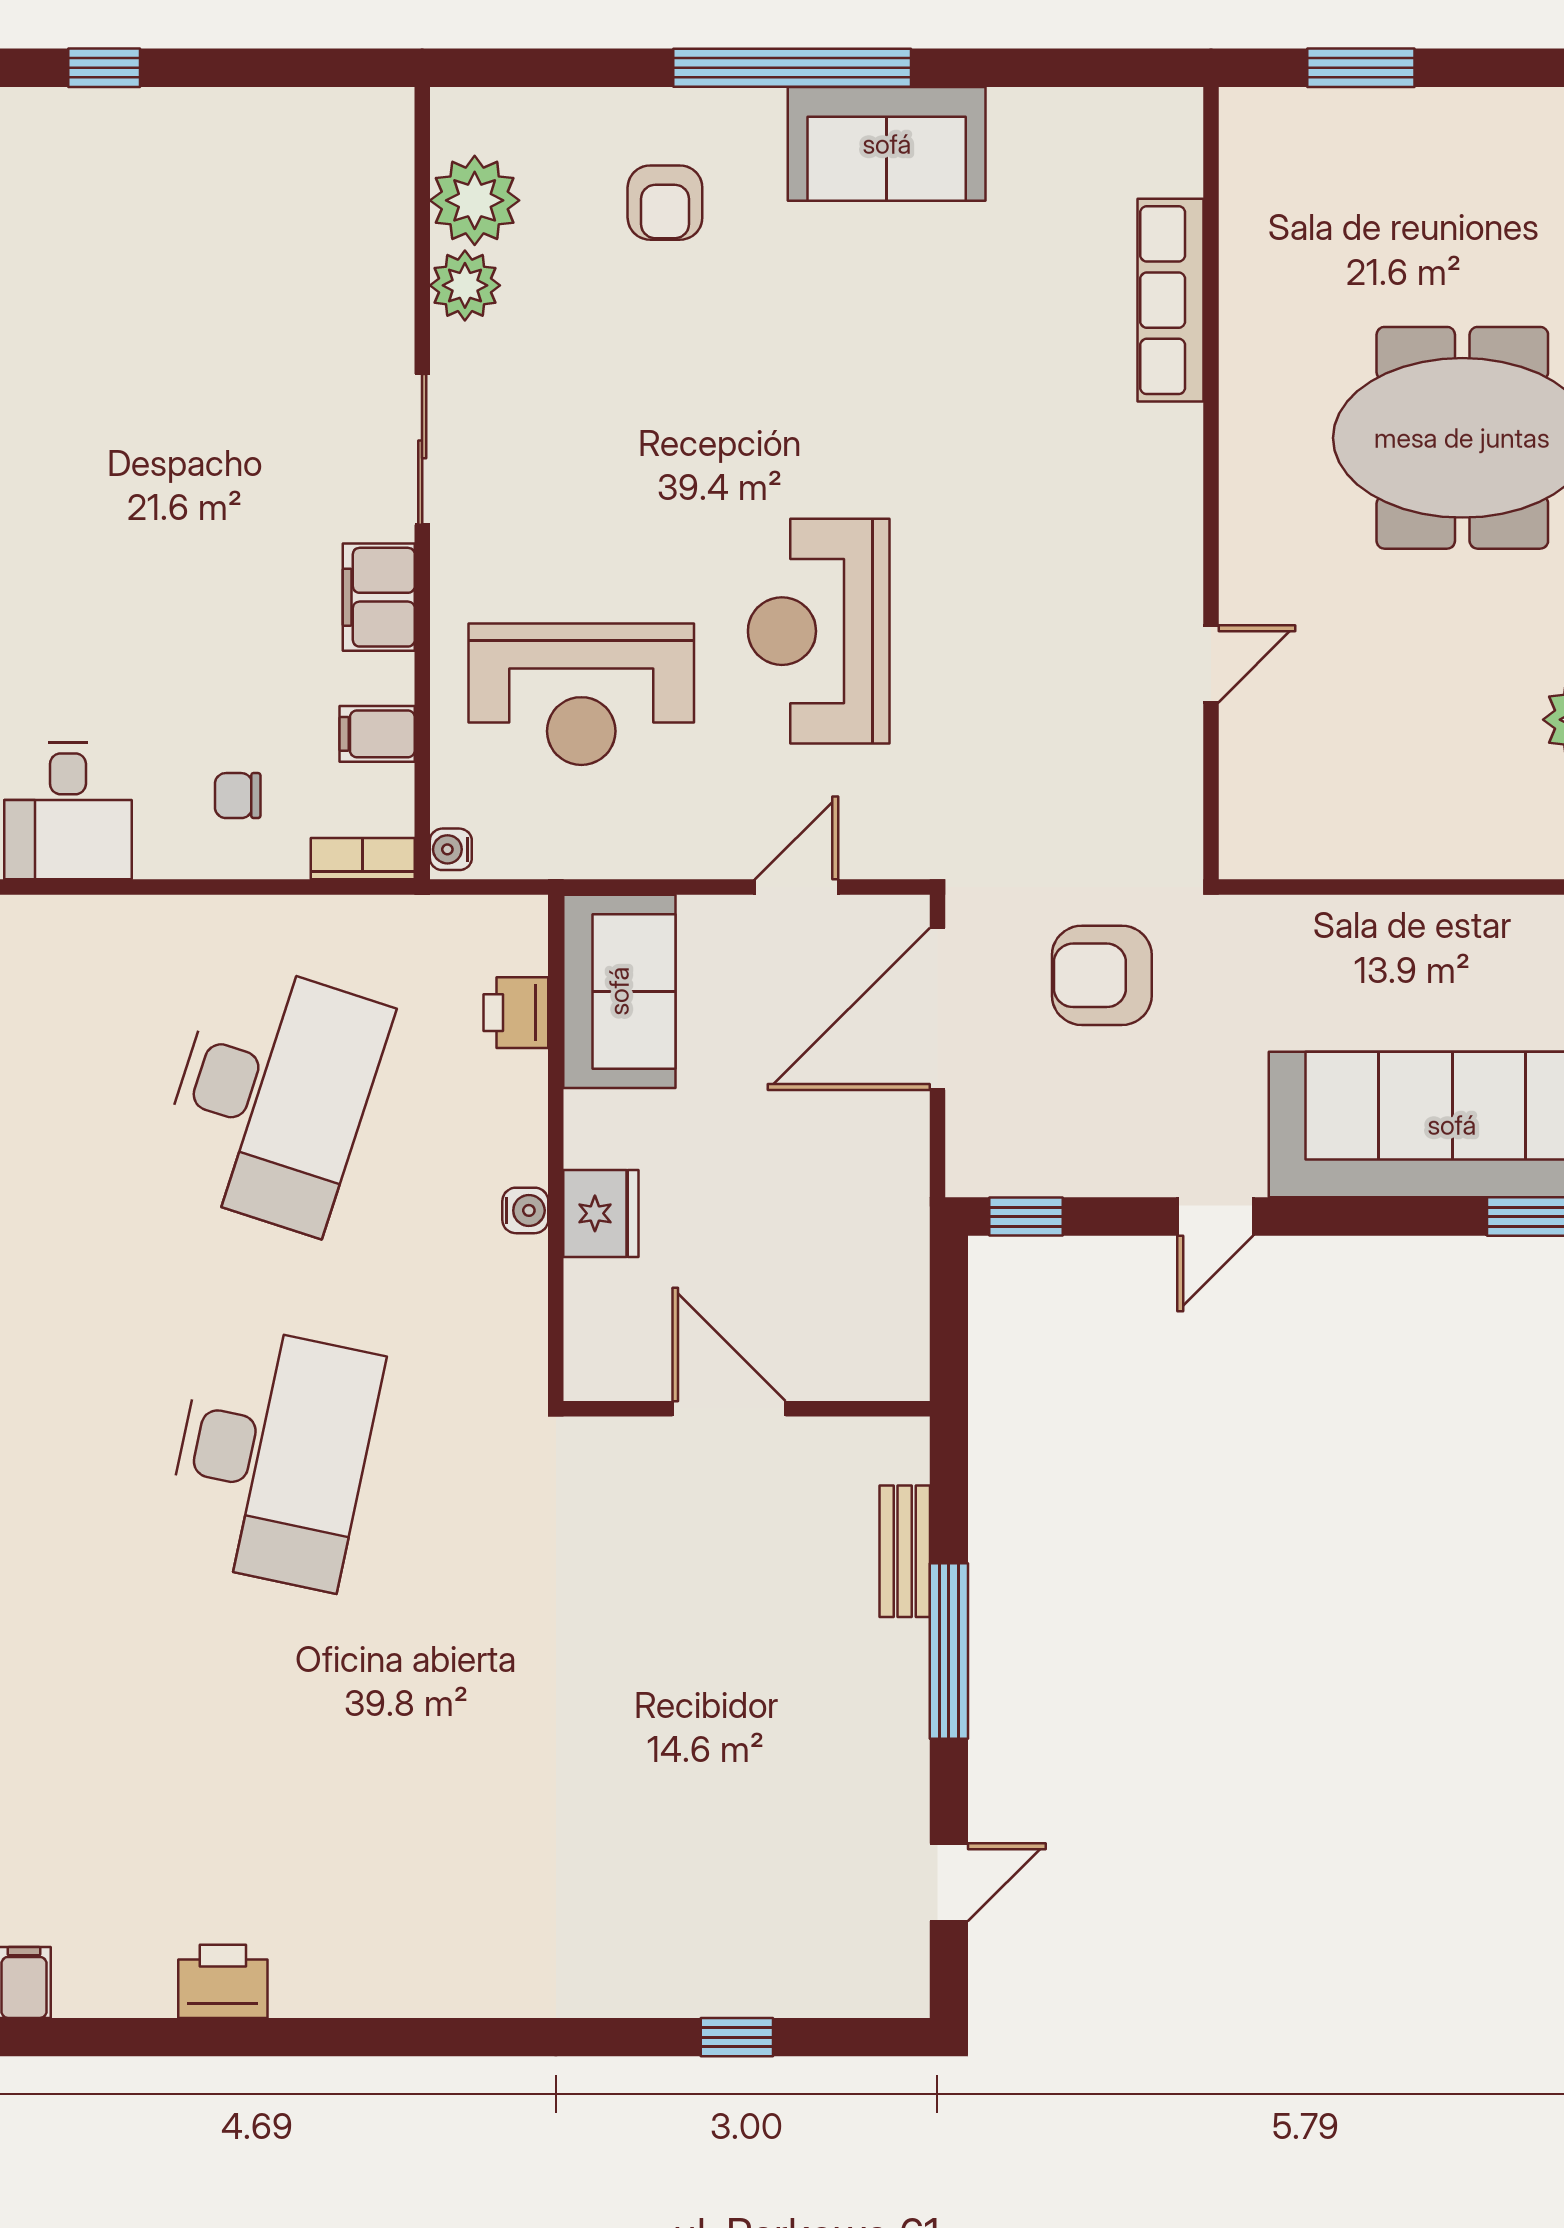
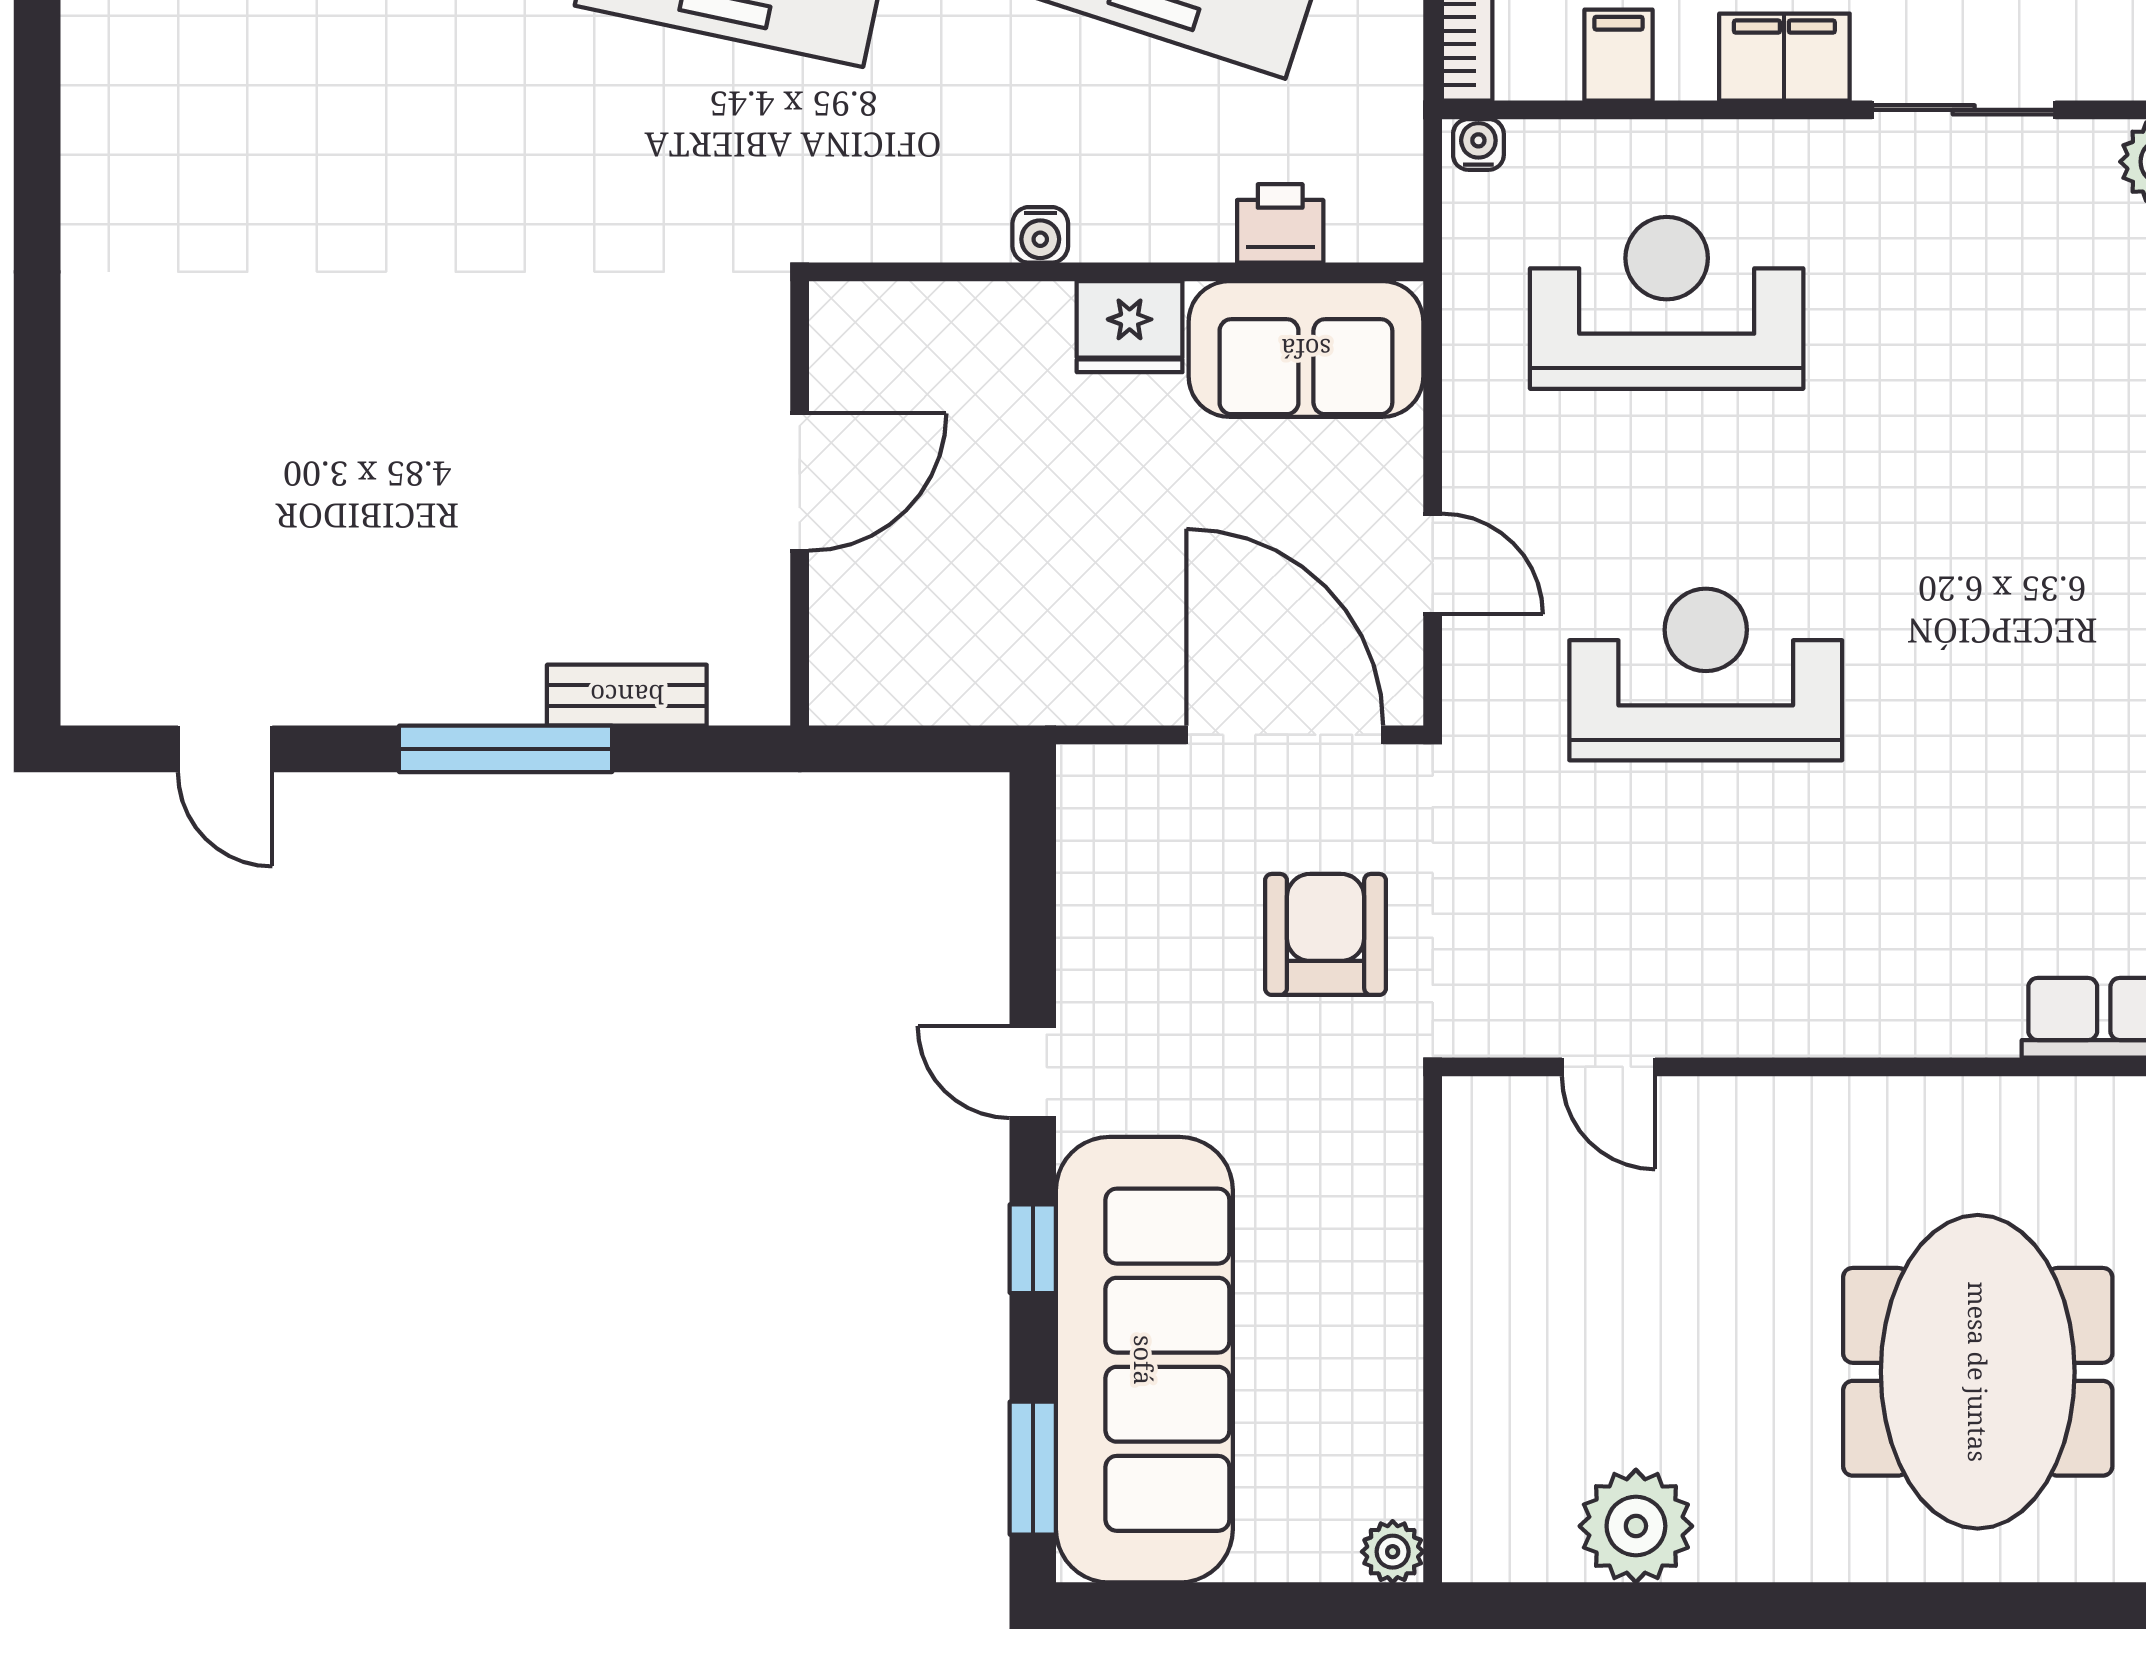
reception desk: (819, 631) -> (1706, 675), moved
door: (1211, 664) -> (1608, 1067), moved
reception desk: (581, 694) -> (1667, 303), turned 90
fridge: (601, 1213) -> (1130, 327), moved
window: (1026, 1217) -> (1033, 1249), moved
window: (737, 2037) -> (37, 492), removed

